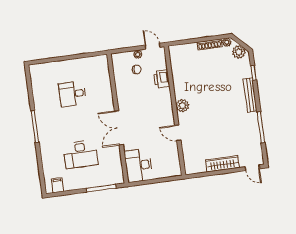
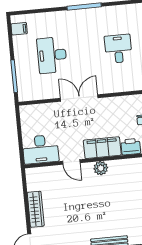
filing cabinet: (164, 105) -> (102, 148), added
door: (178, 133) -> (71, 162), swing flipped
desk: (138, 165) -> (41, 149), moved, turned 180

